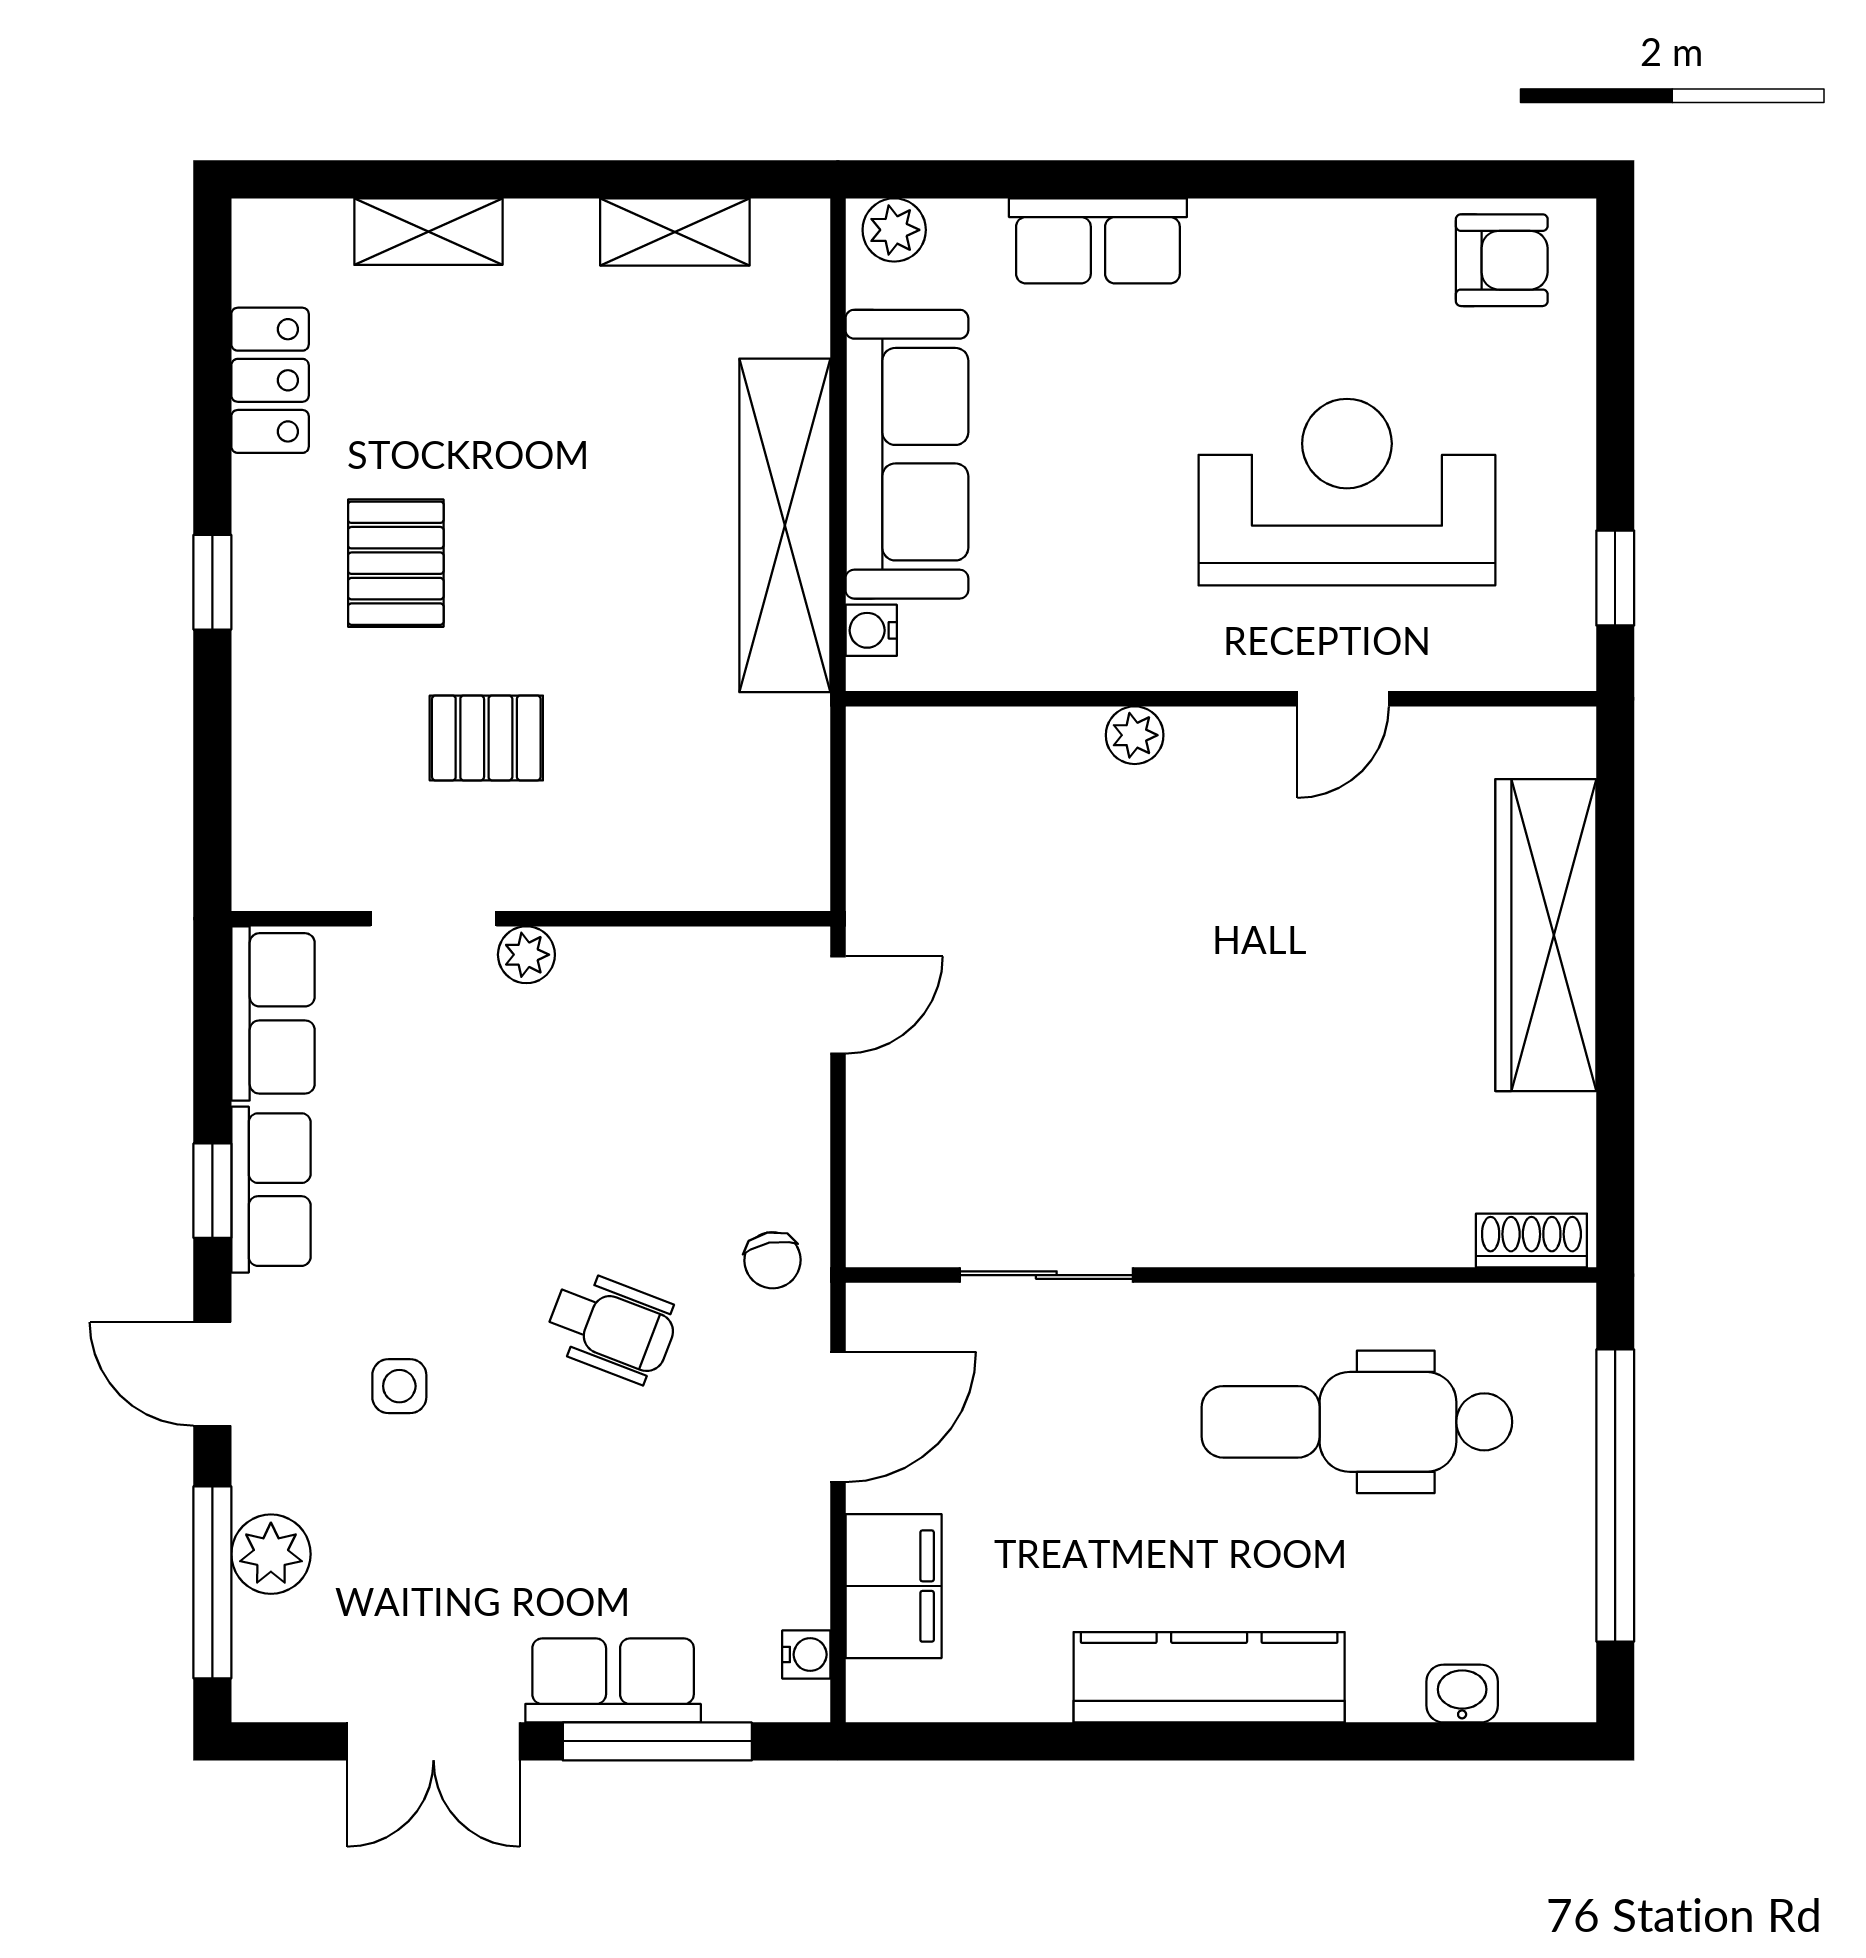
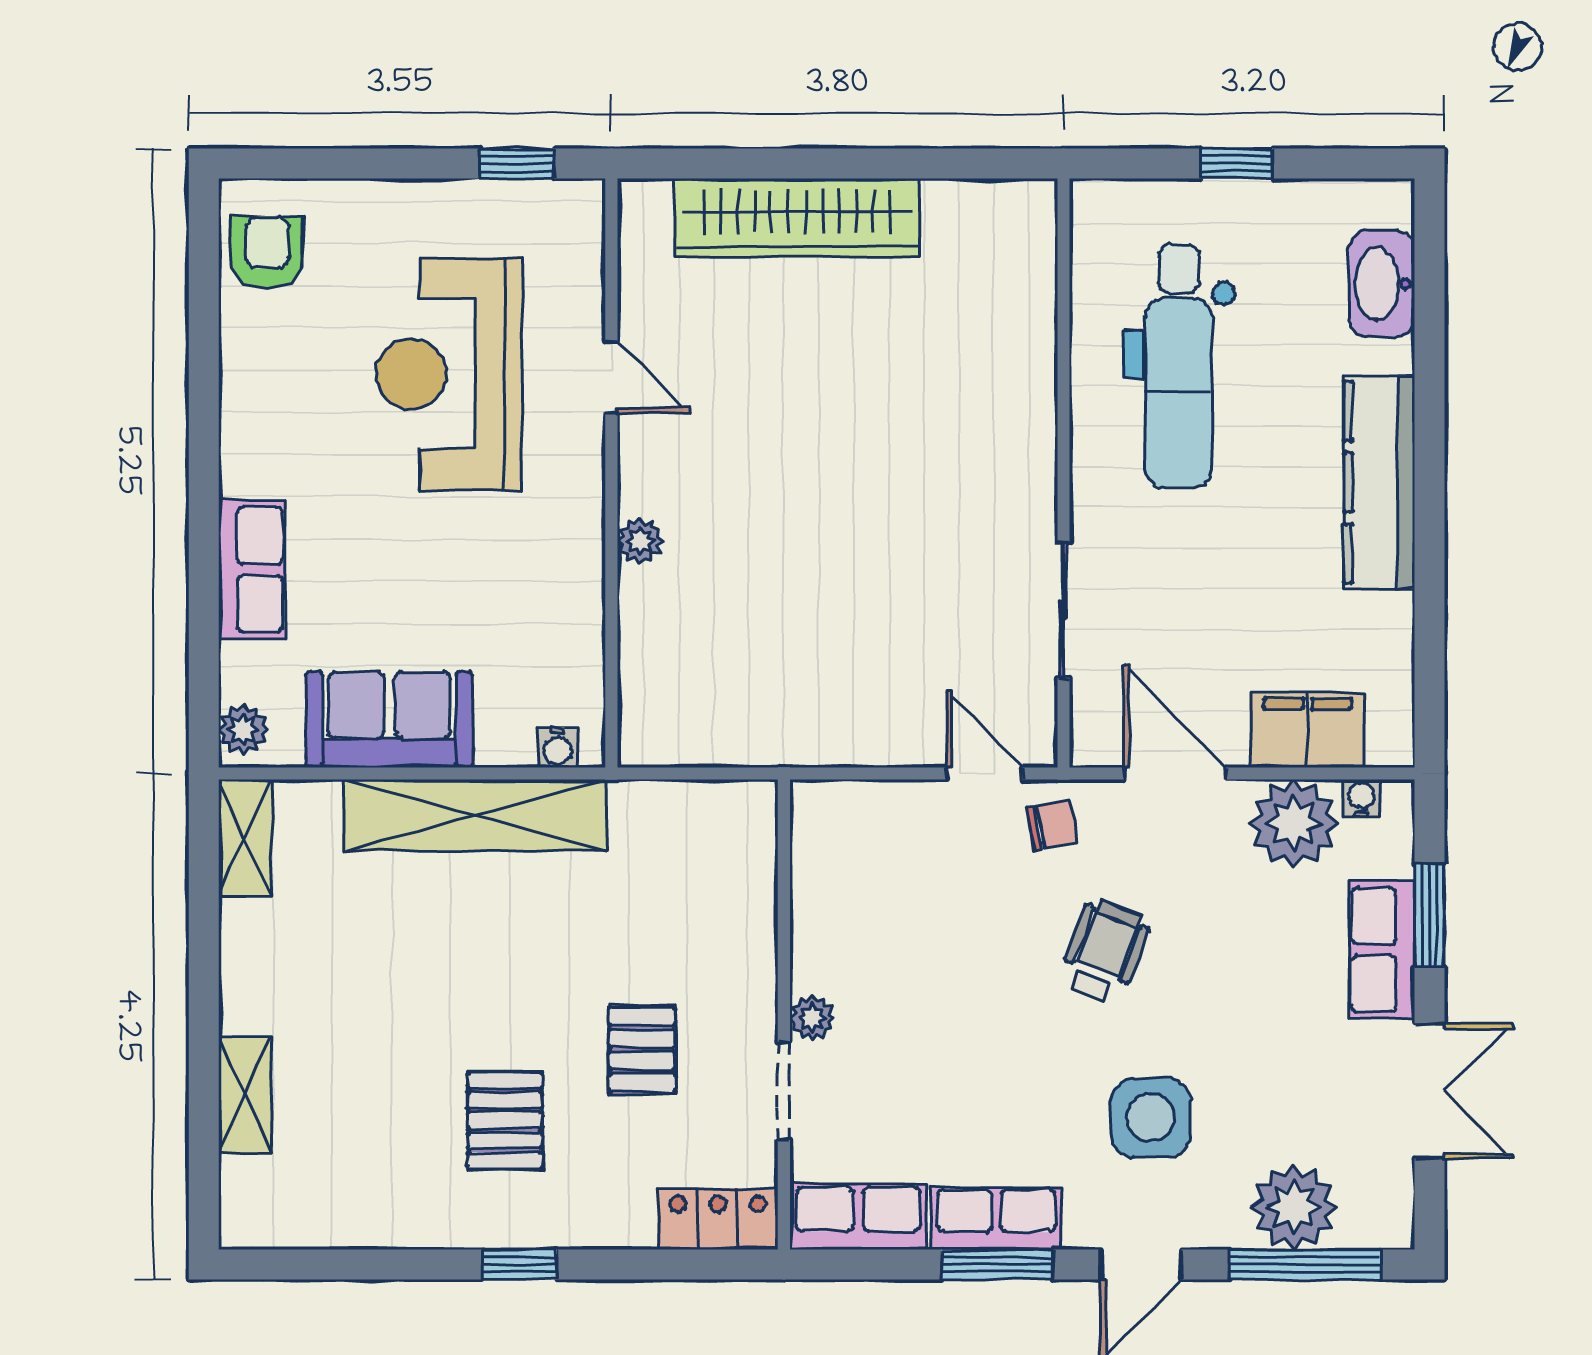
shelving: (675, 232) -> (245, 838), moved
locker: (270, 380) -> (718, 1219), moved
sofa: (907, 454) -> (389, 719), width x0.73
pallet: (396, 563) -> (505, 1120), turned 90
door: (838, 1005) -> (984, 774), moved
window: (212, 1191) -> (997, 1264), width x1.50
shoe rack: (1531, 1241) -> (1036, 229), removed
side table: (399, 1386) -> (1151, 1118), width x1.87, depth x1.87
window: (1615, 1495) -> (1236, 164), width x0.32
plant: (271, 1554) -> (1294, 1207), width x1.36, depth x1.36
plant: (774, 1568) -> (1294, 823), added
washbasin: (1462, 1694) -> (1382, 284), width x1.91, depth x1.45
window: (657, 1741) -> (1430, 915), width x0.69

